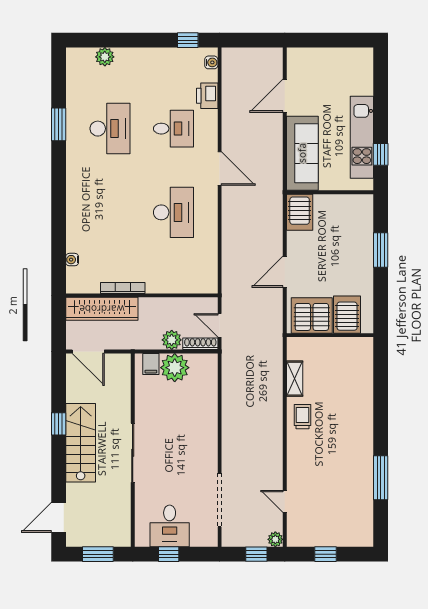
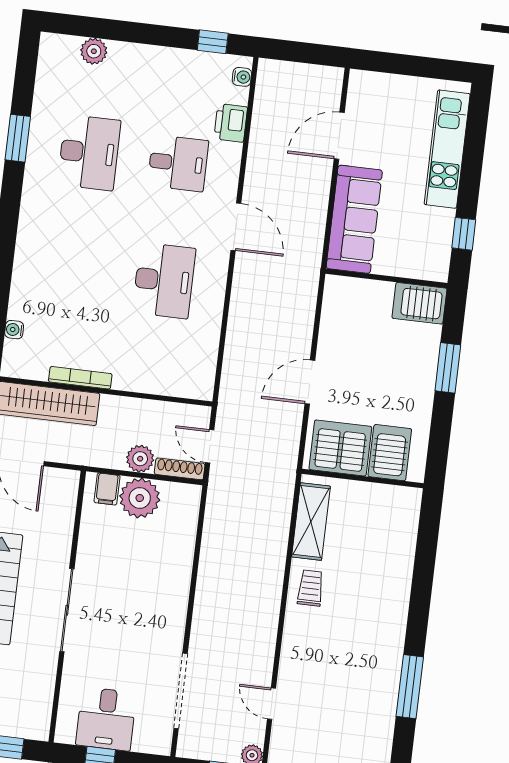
kitchen unit: (362, 137) -> (447, 149), moved
server rack: (300, 212) -> (419, 303), moved, turned 90
shelving: (295, 379) -> (311, 522), width x1.50, depth x1.33

